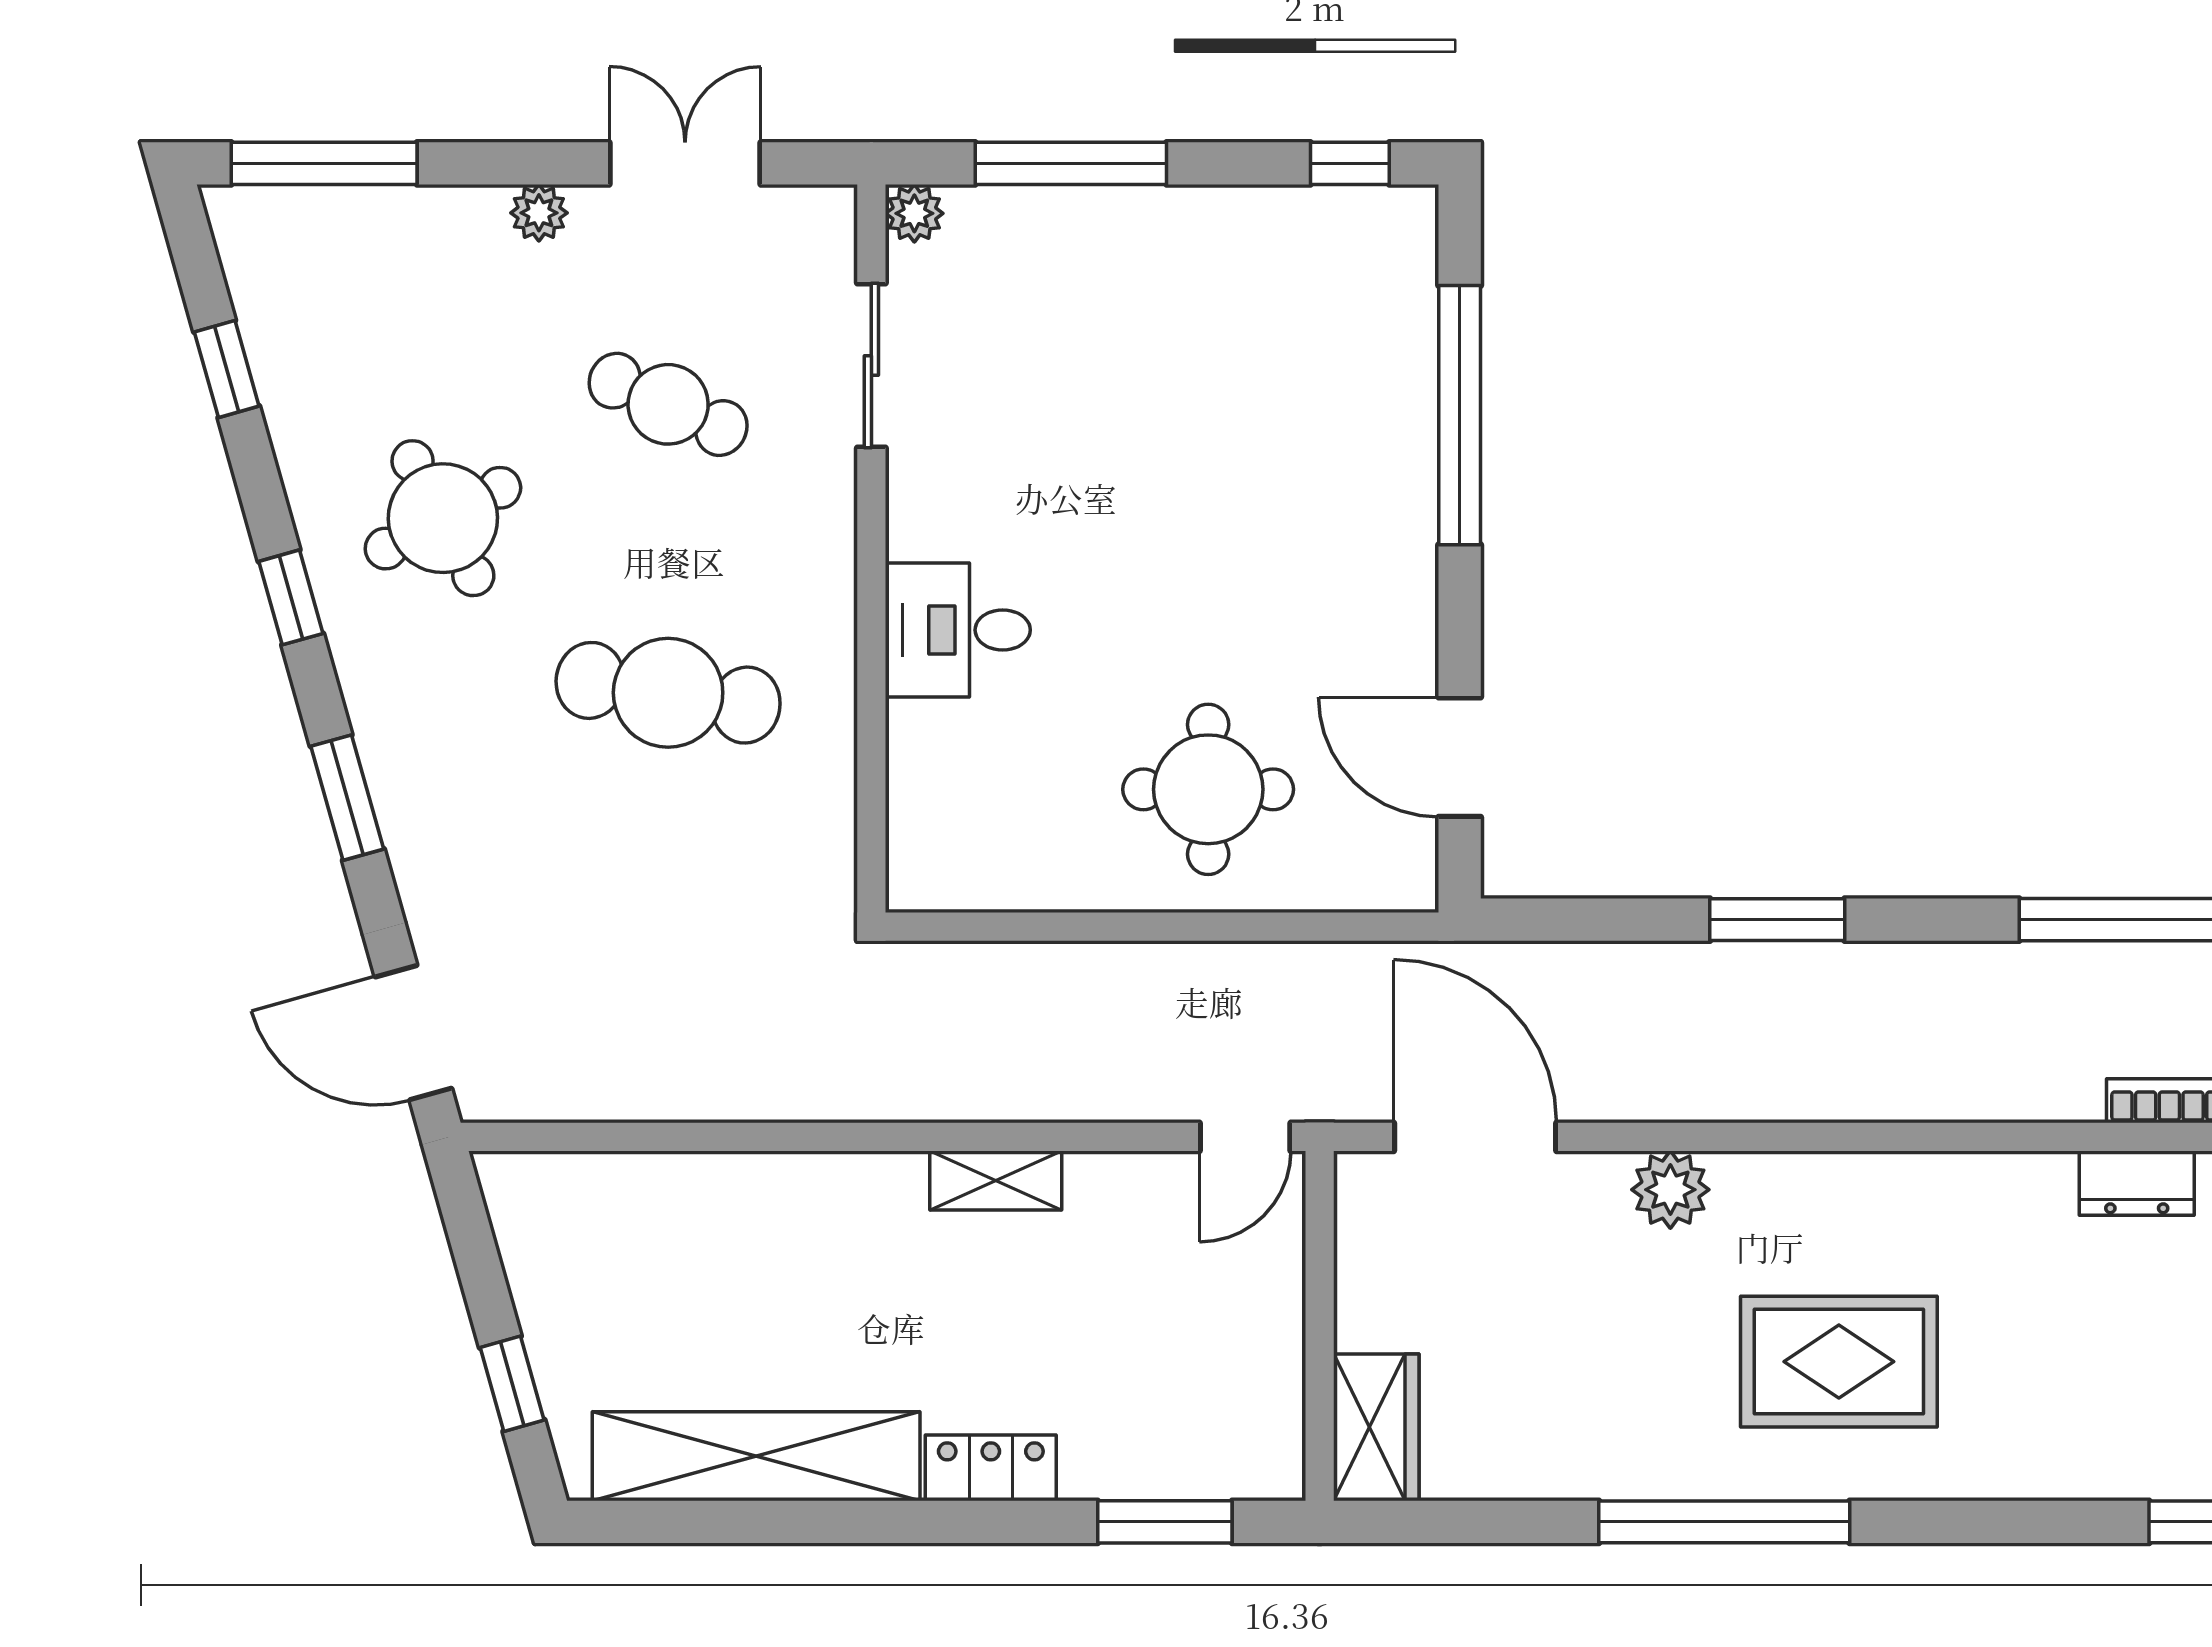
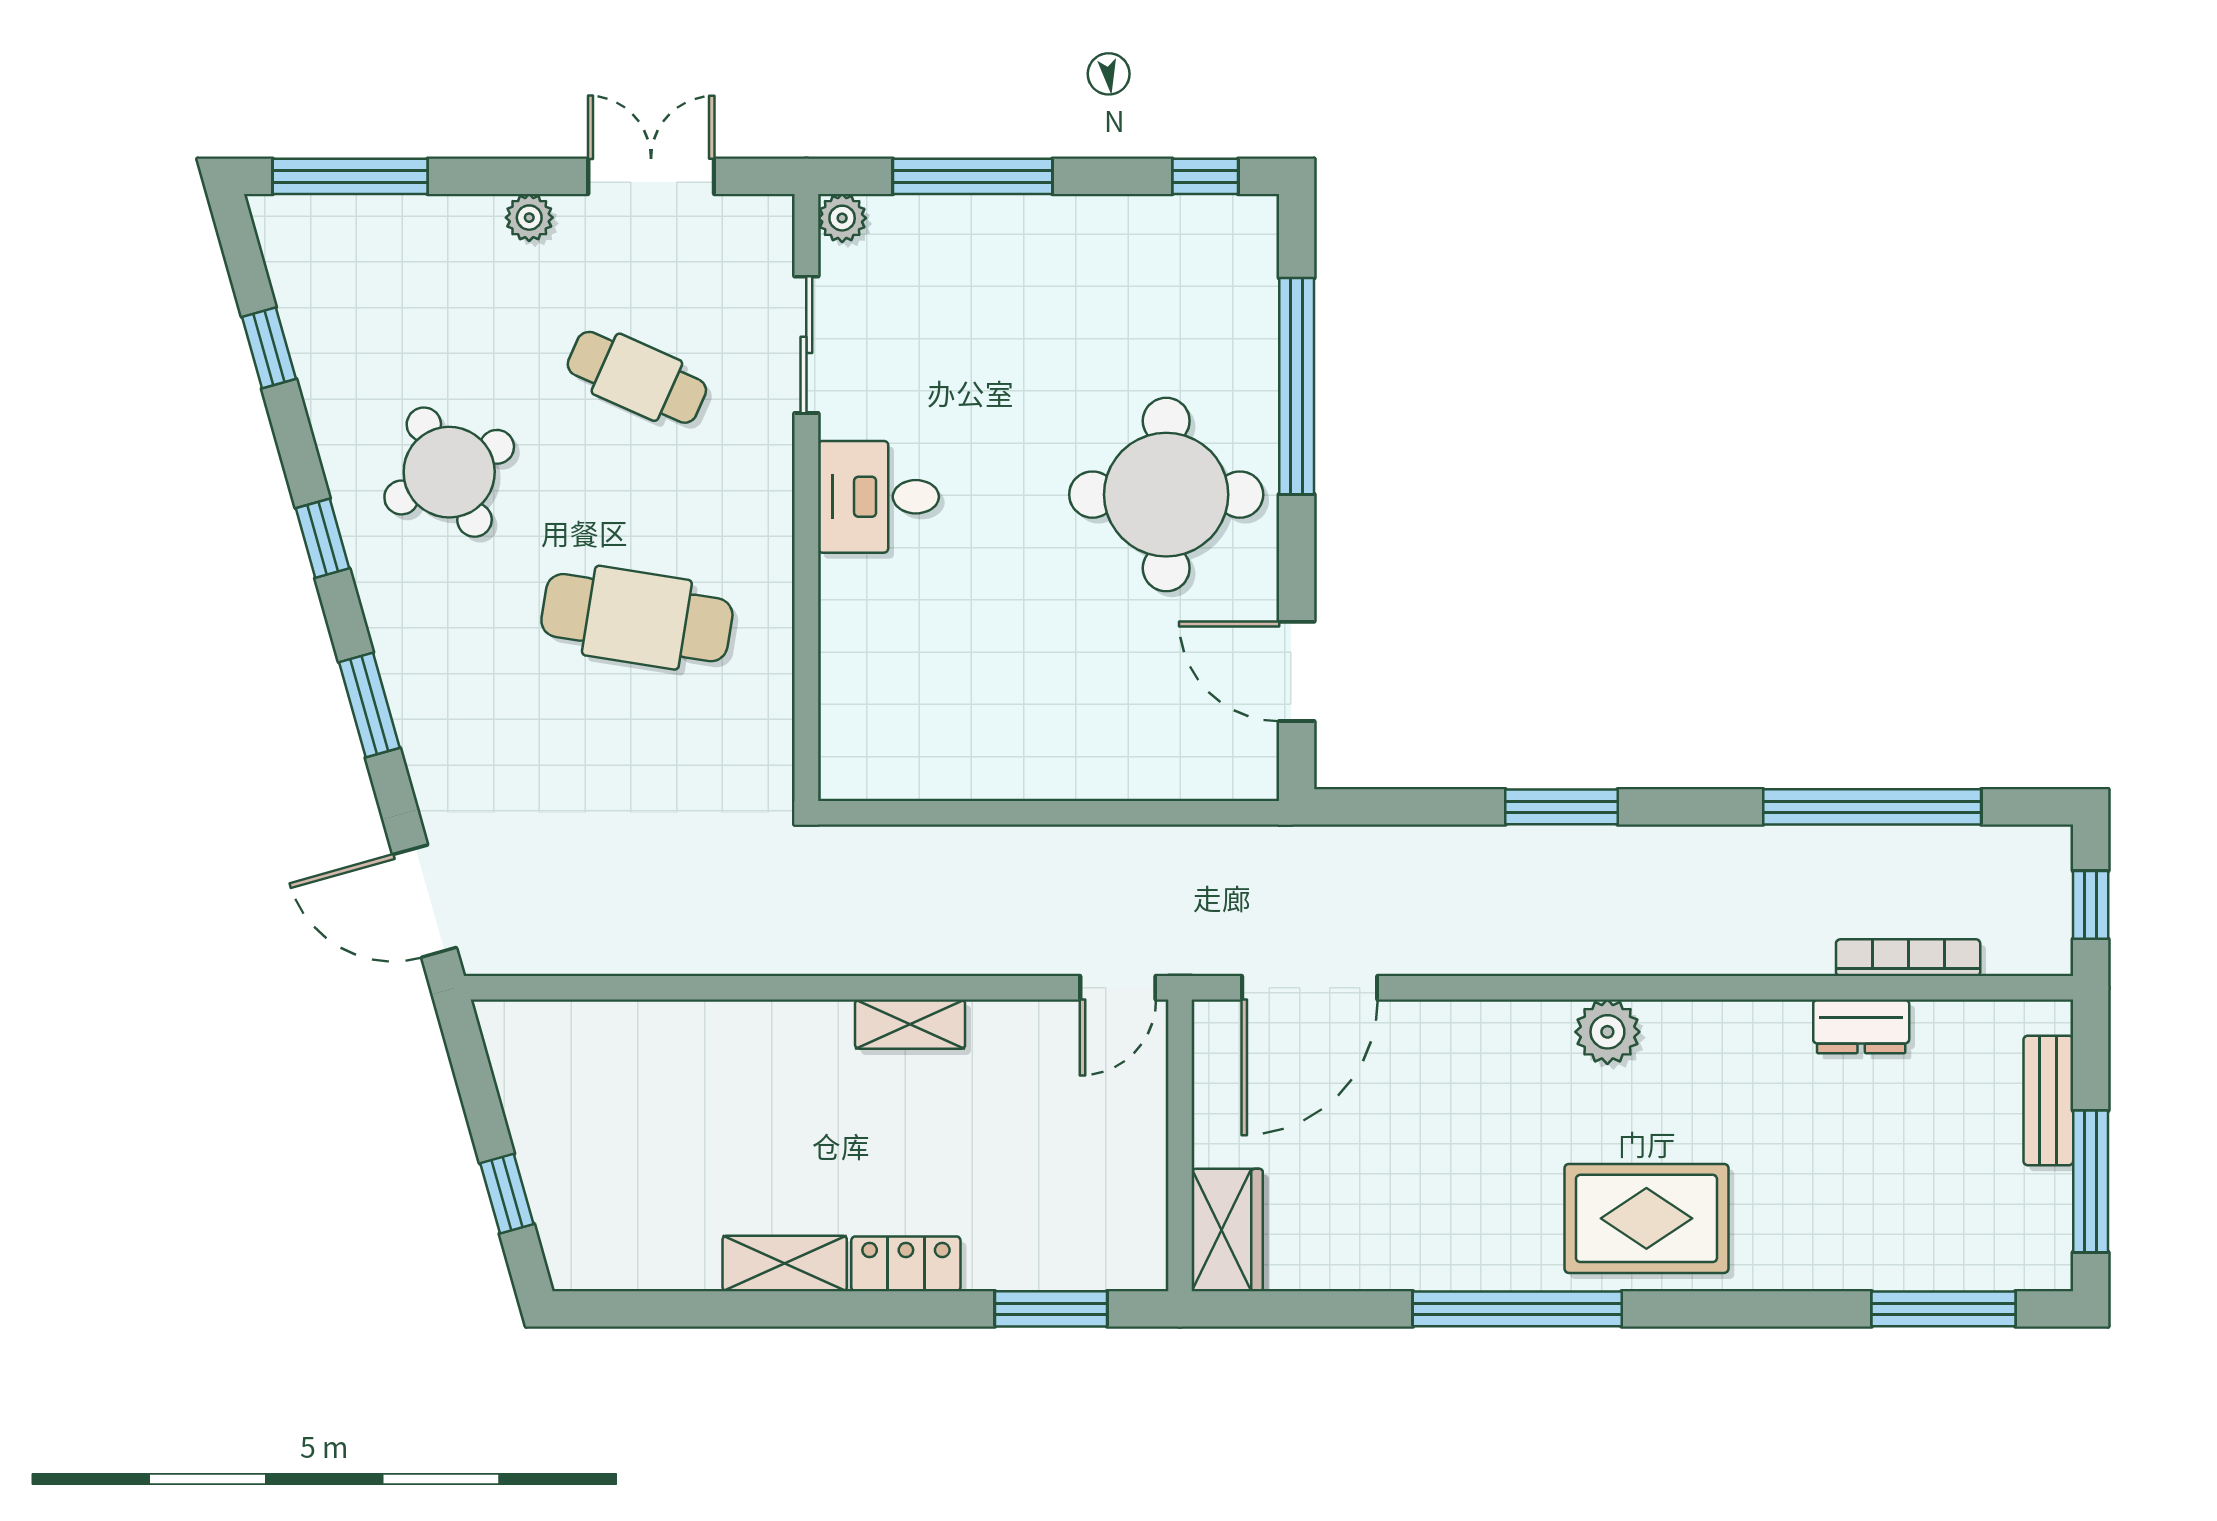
desk: (958, 630) -> (878, 497), moved
round table: (1208, 789) -> (1166, 495), moved, width x1.36, depth x1.36
door: (1475, 1137) -> (1310, 988), swing flipped
plant: (1670, 1190) -> (1607, 1032), moved
rug: (1839, 1362) -> (1646, 1218), moved
shelving: (756, 1456) -> (785, 1263), width x0.45, depth x0.75

